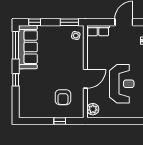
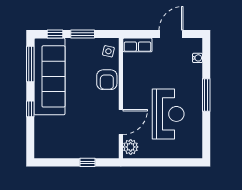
window: (69, 22) -> (83, 34), moved
sofa: (28, 47) -> (50, 76), width x1.36, depth x1.27
door: (85, 79) -> (121, 122), moved
armchair: (63, 97) -> (107, 80), moved

